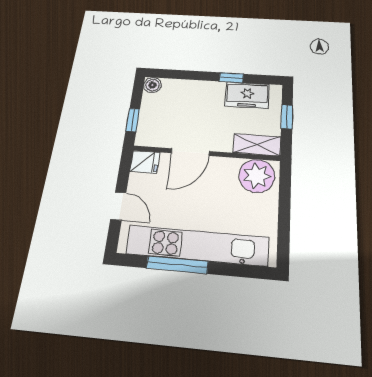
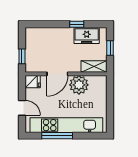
boiler: (153, 85) -> (30, 33), removed
plant: (257, 176) -> (79, 85), moved

